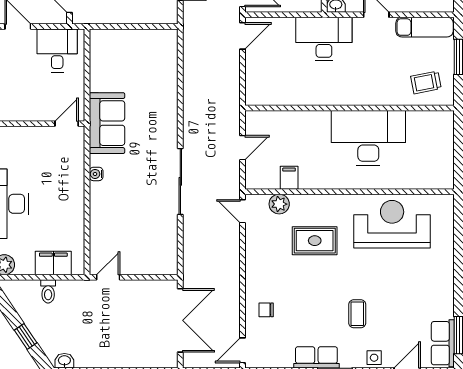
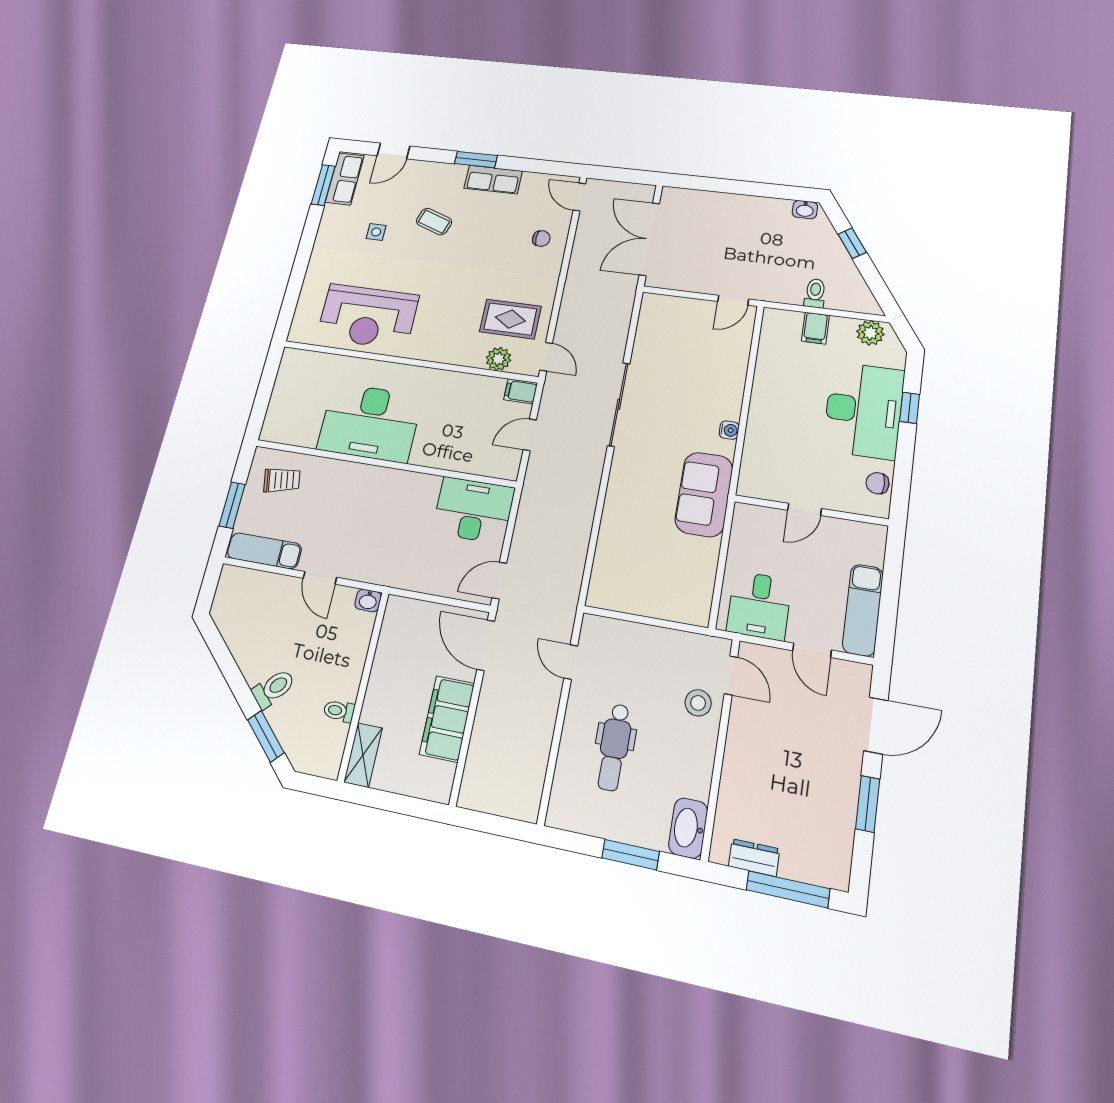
desk: (324, 39) -> (473, 510), moved, turned 180
door: (67, 124) -> (805, 509), moved
filing cabinet: (289, 178) -> (521, 391), moved, turned 90
rug: (315, 241) -> (510, 319), moved
filing cabinet: (53, 263) -> (815, 328), width x0.50
coffee table: (357, 314) -> (434, 222), turned -71
door: (243, 350) -> (579, 197), swing flipped
side table: (374, 358) -> (376, 232), moved

